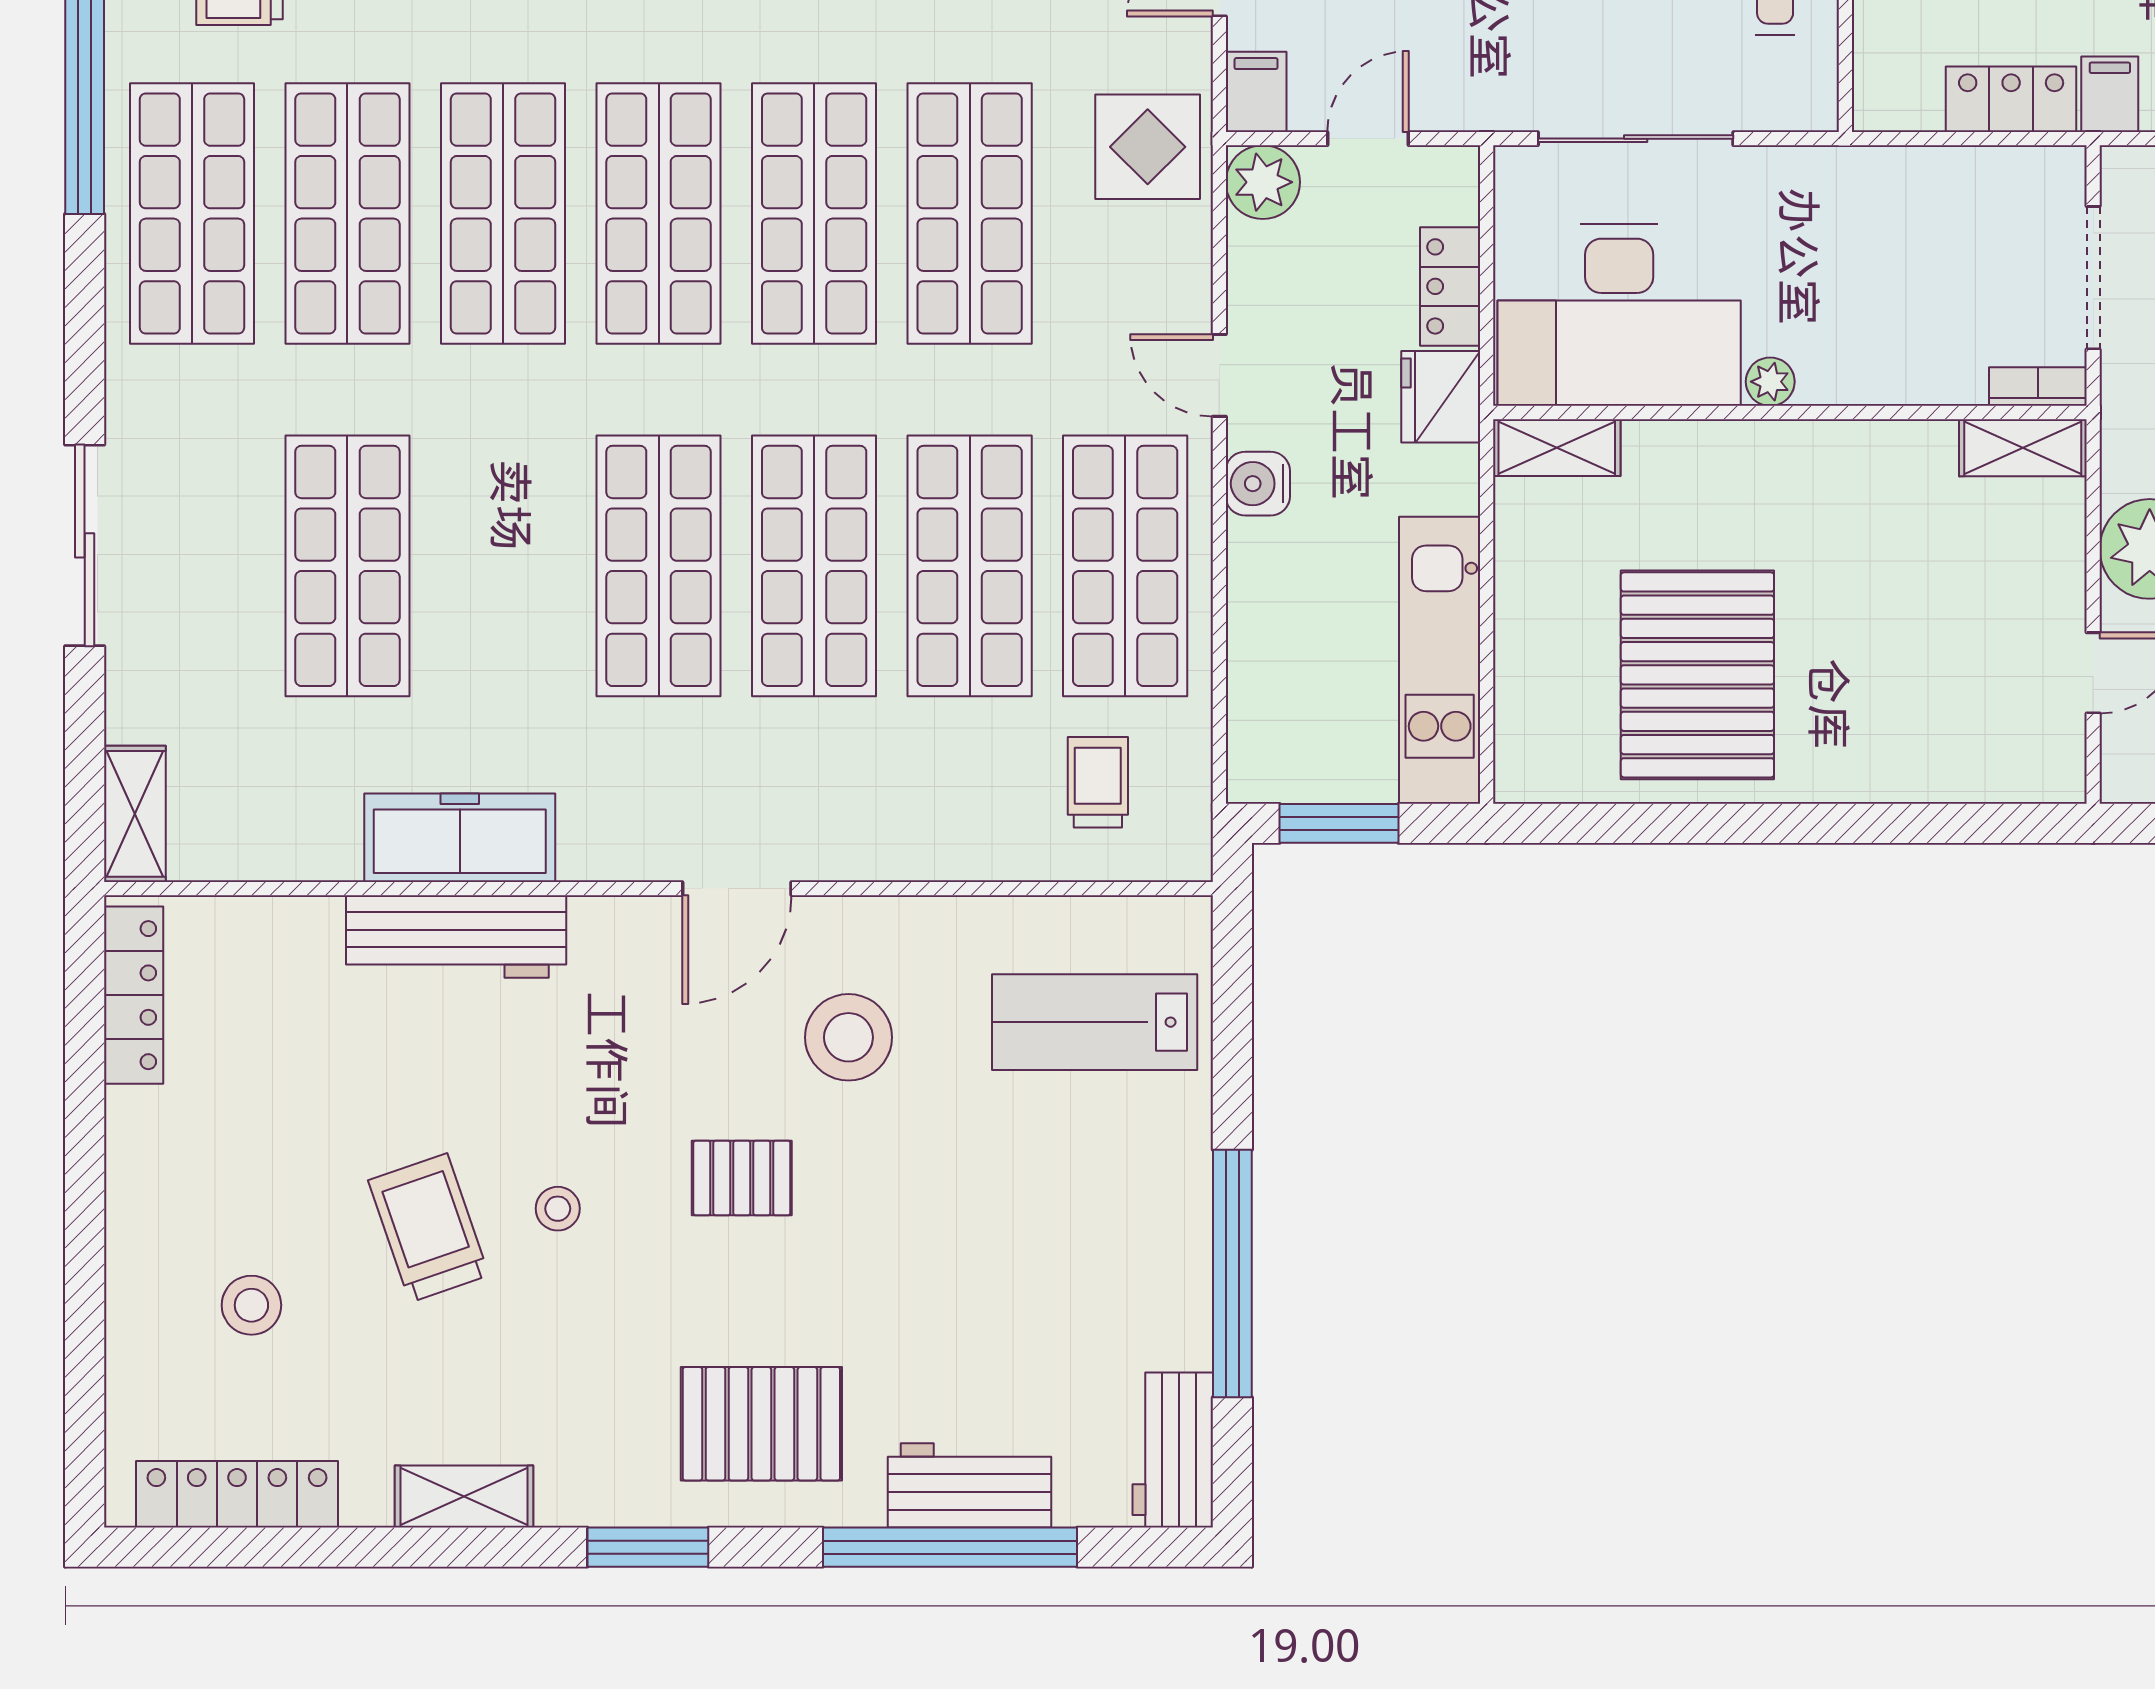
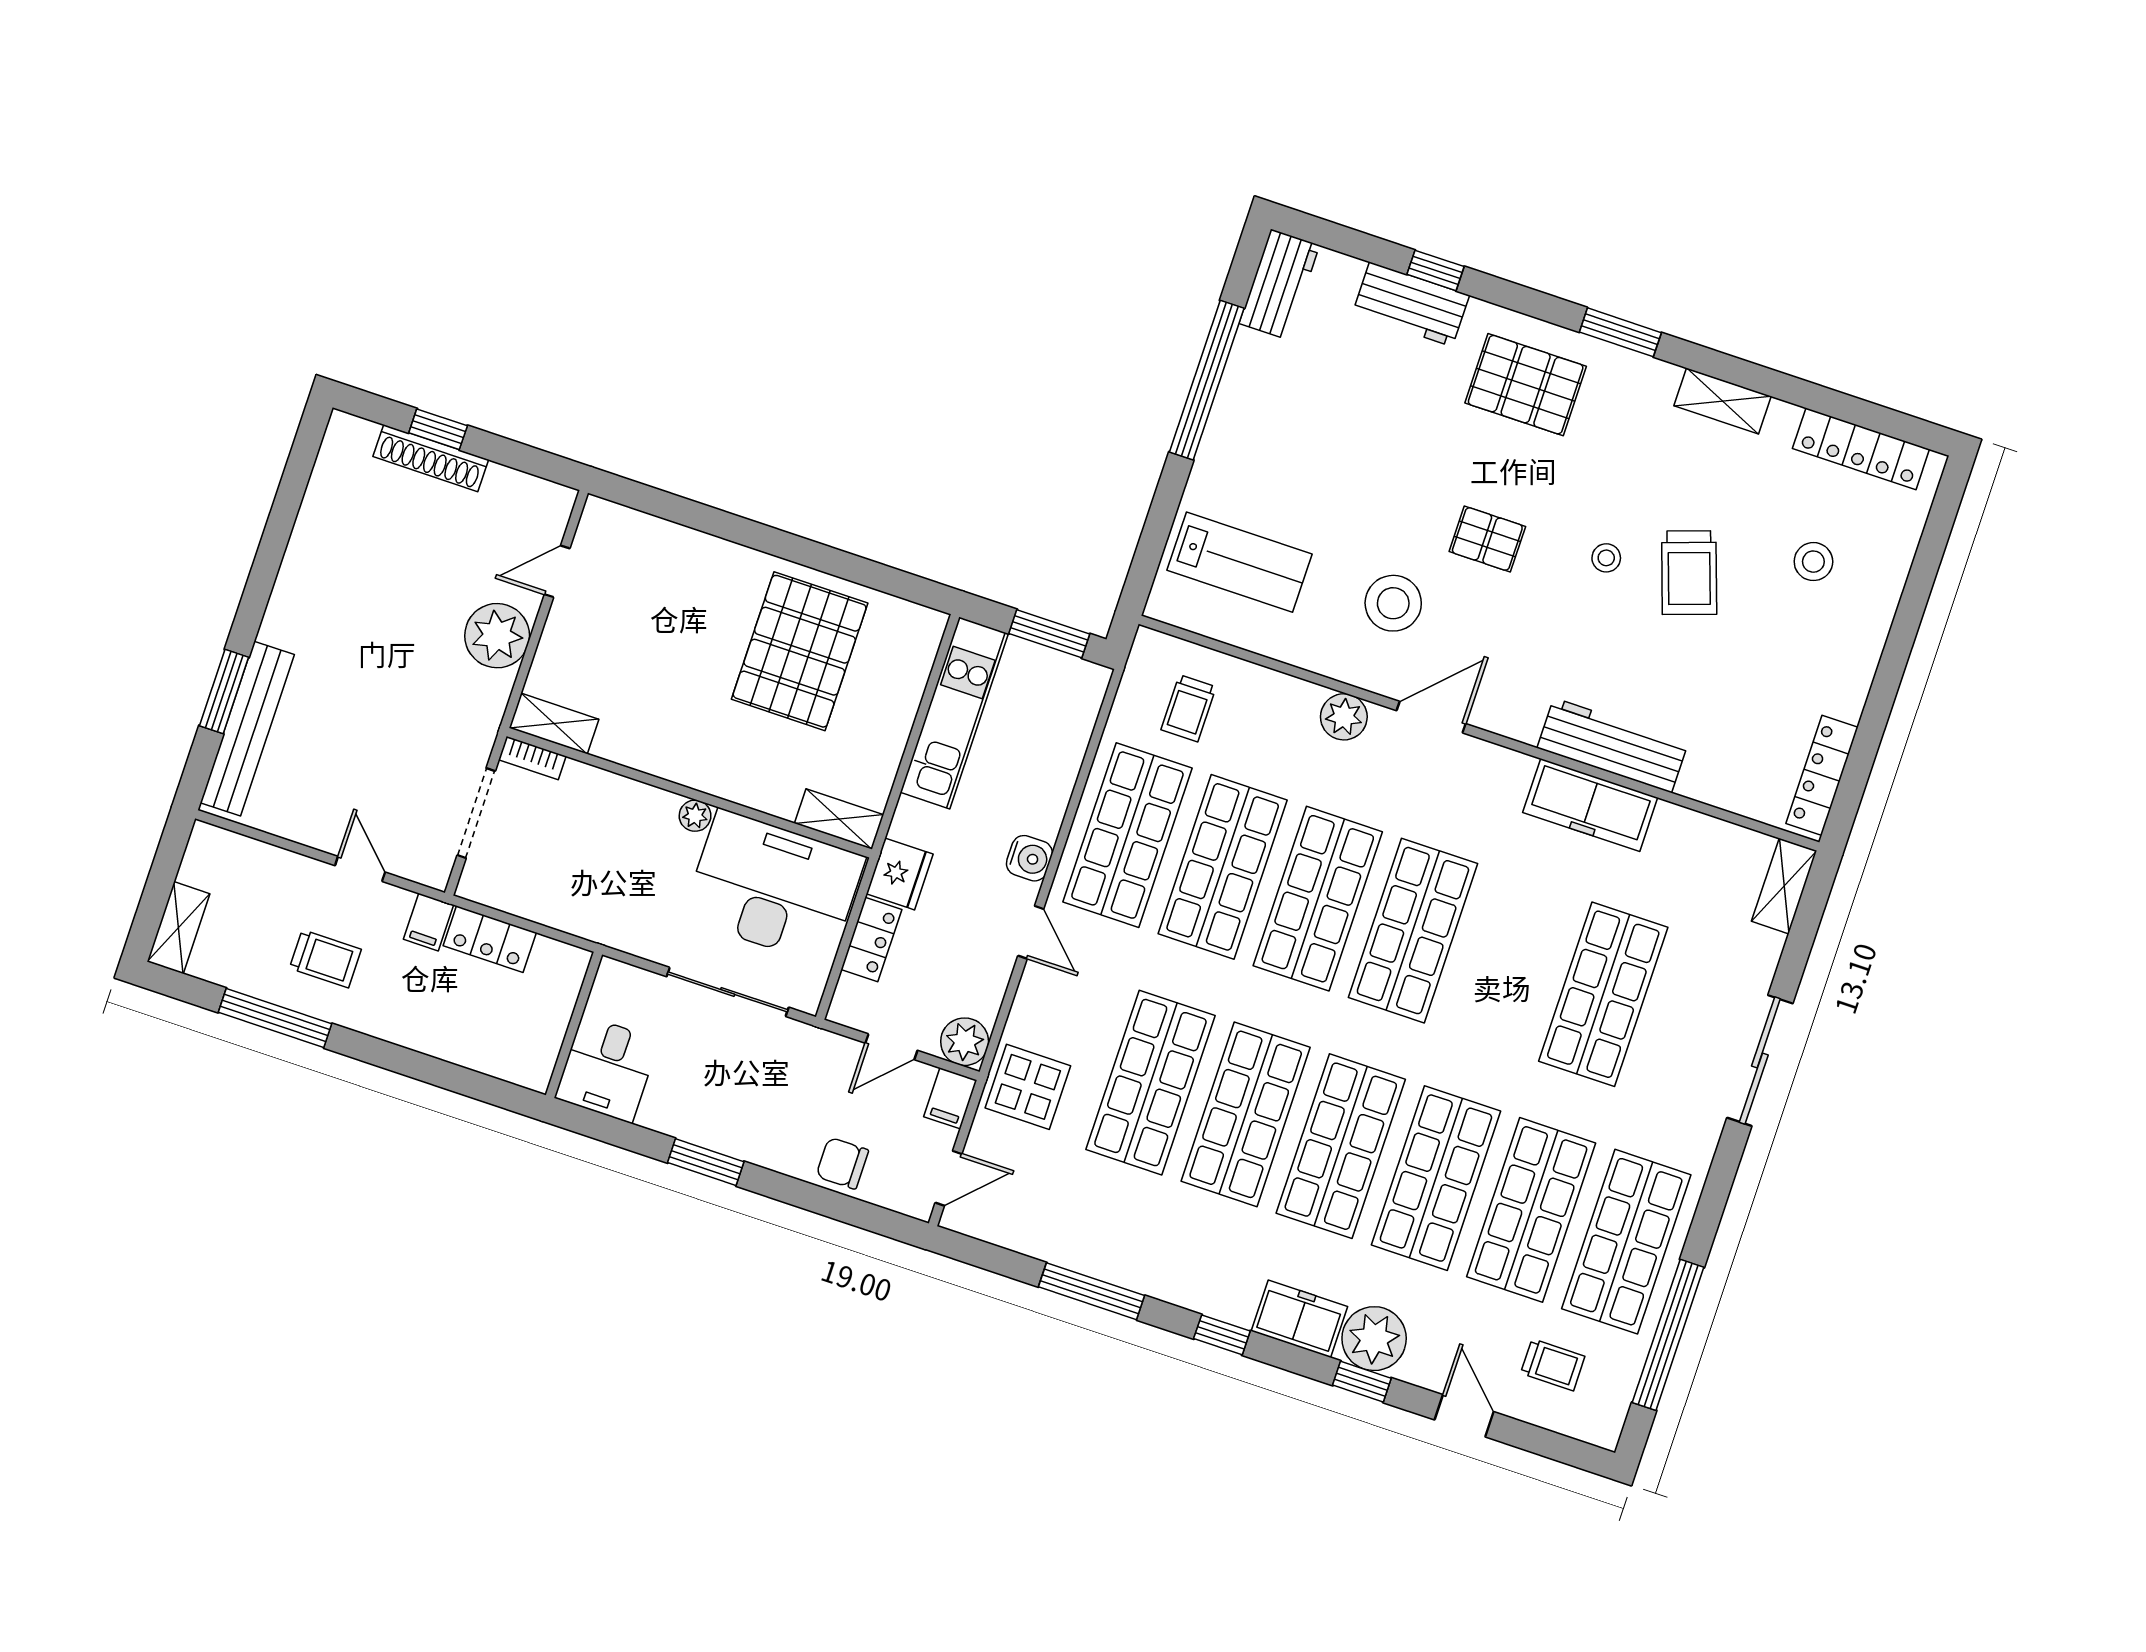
plant: (865, 846) -> (1344, 717), added
window: (950, 1547) -> (1435, 270), width x0.32

